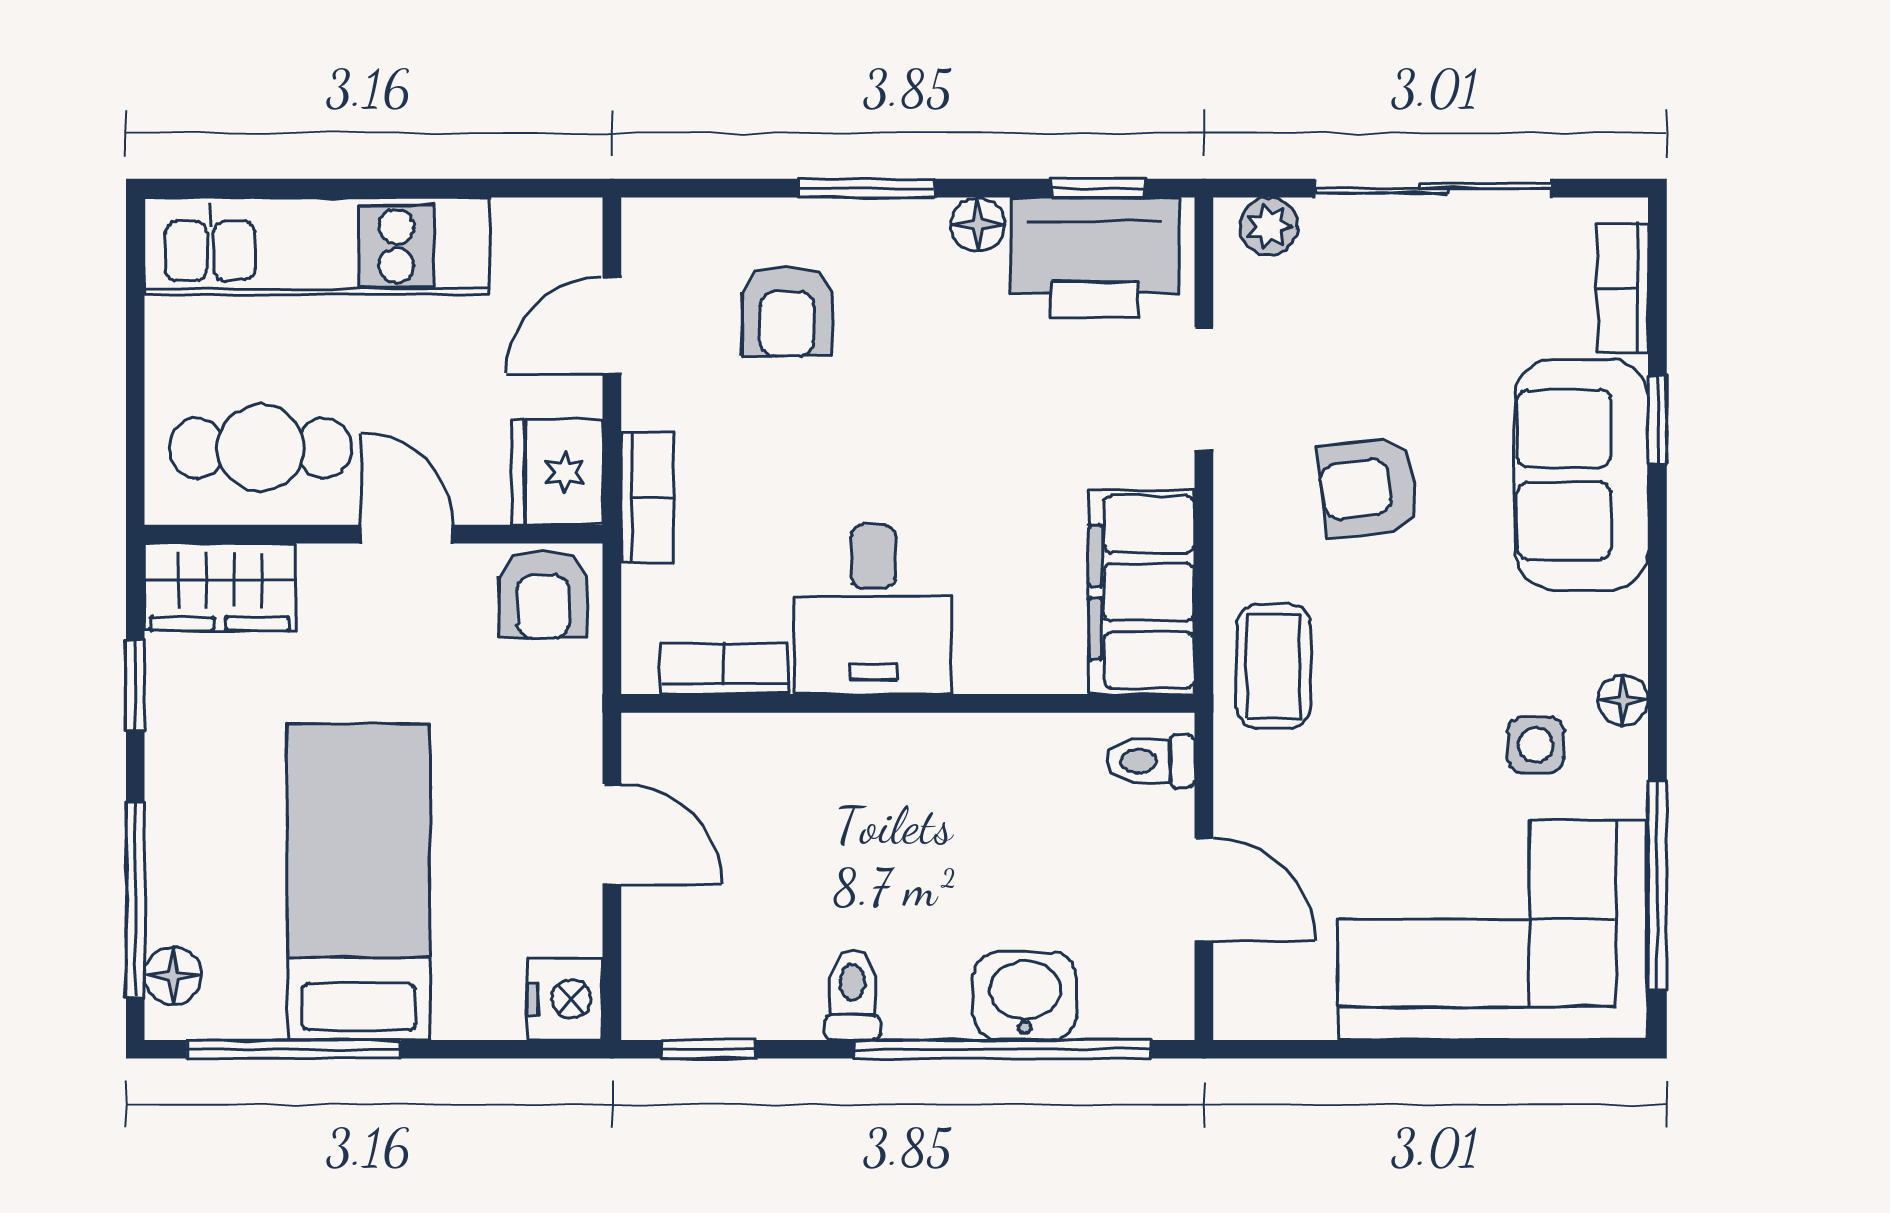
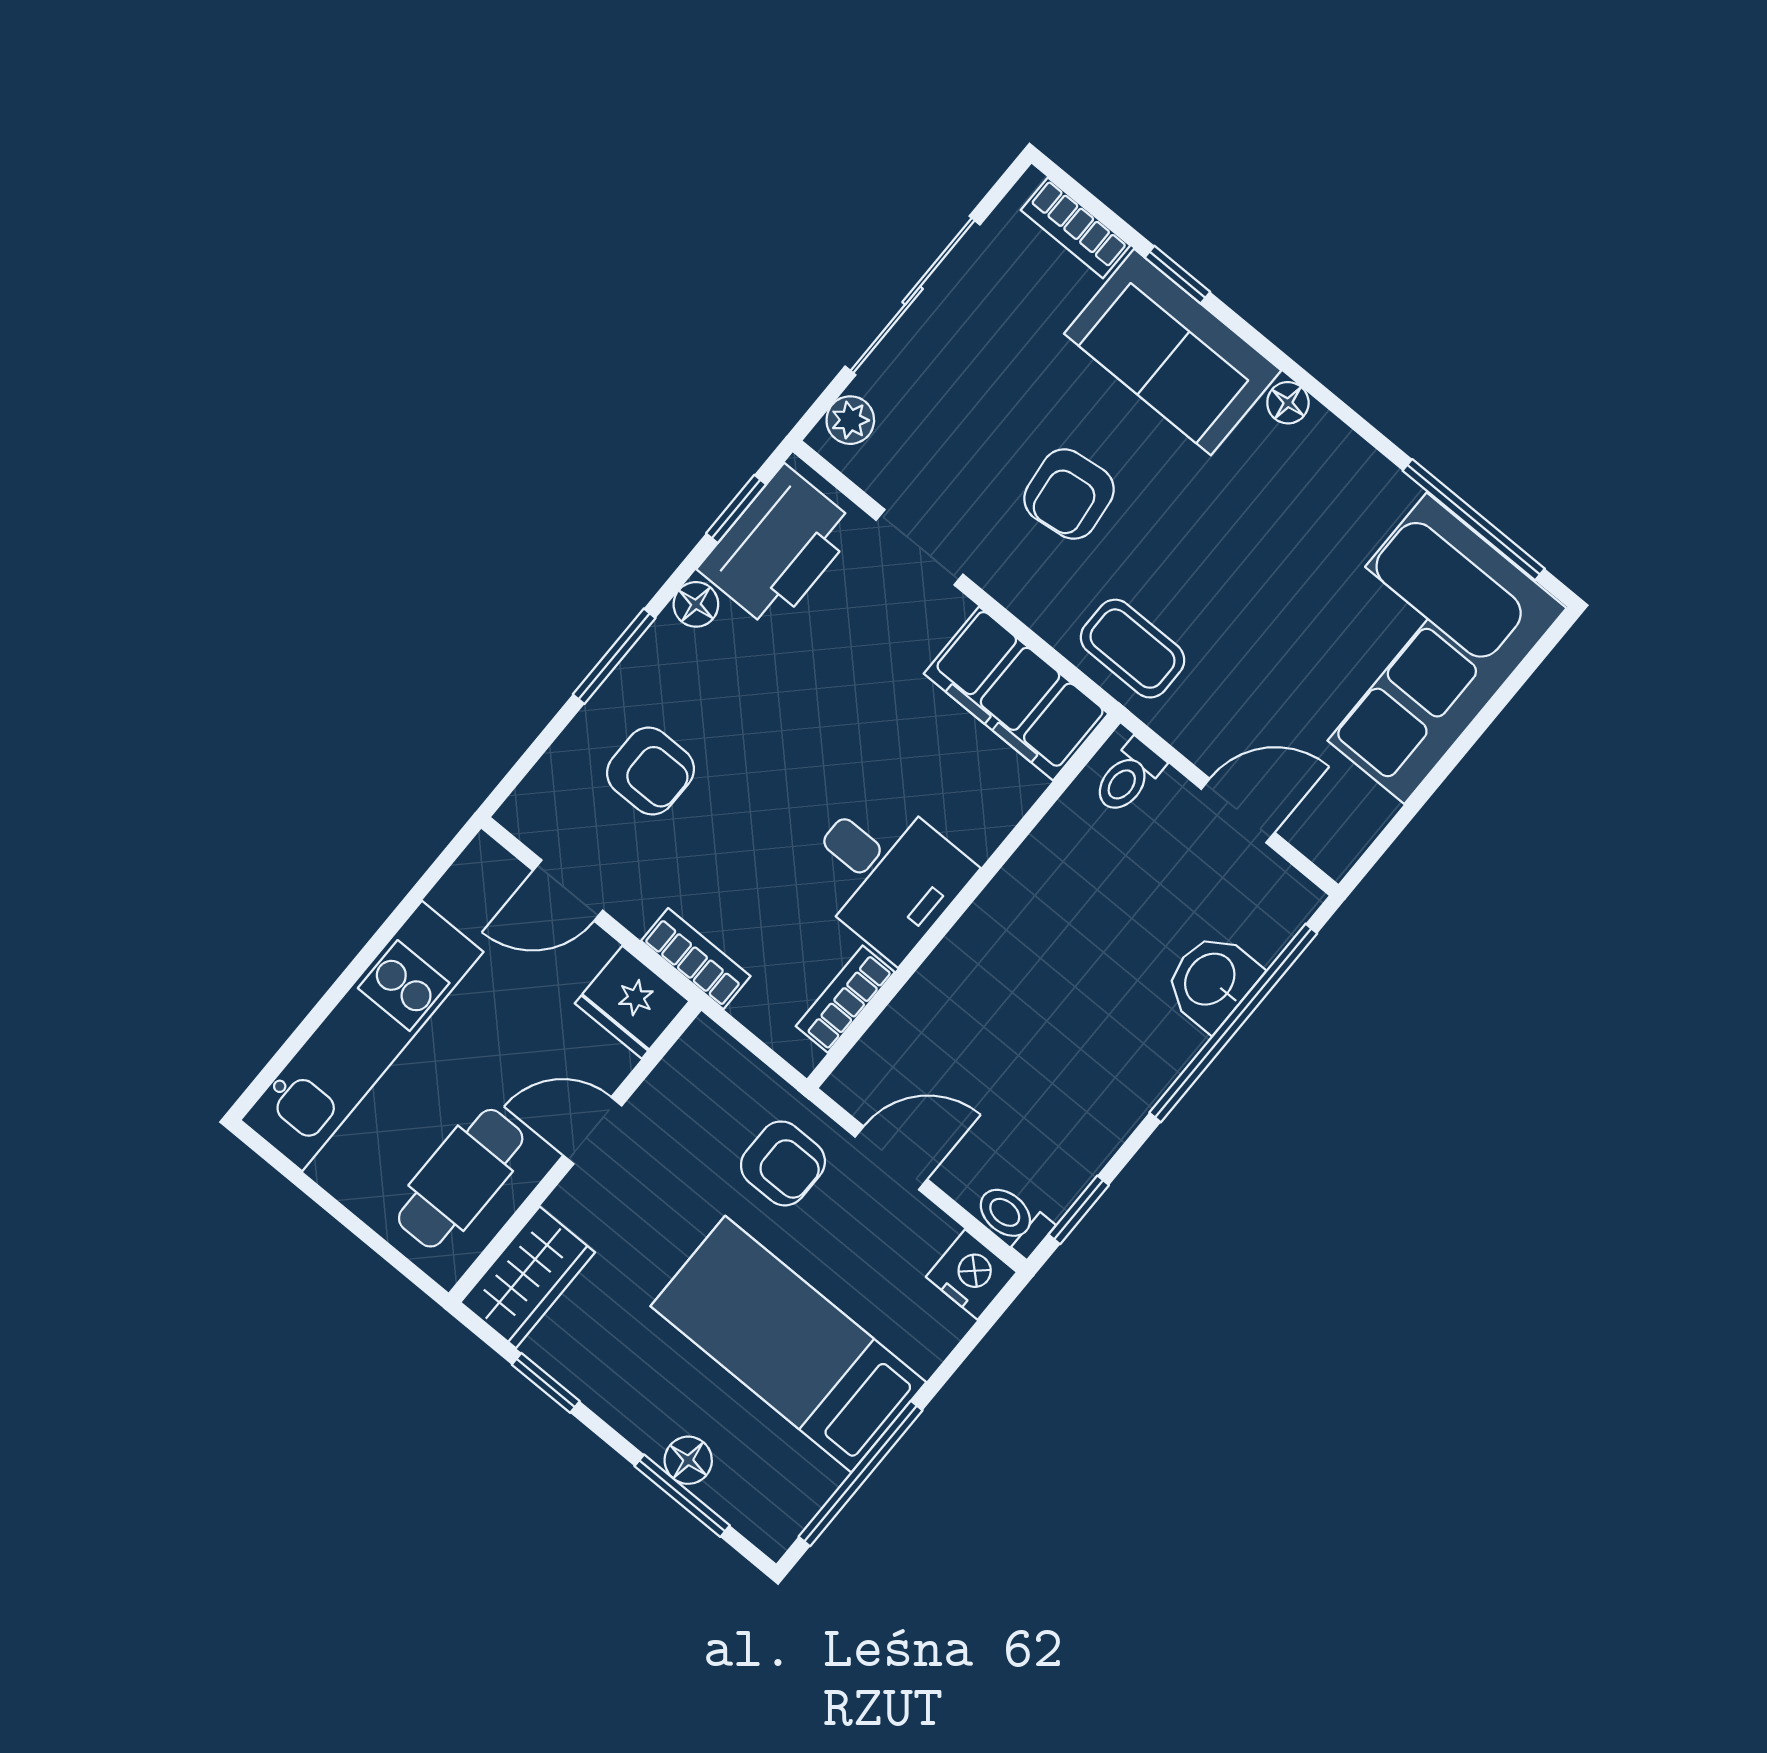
door: (612, 326) -> (568, 891), hinge flipped
armchair: (543, 594) -> (783, 1163), moved
floor lamp: (1623, 700) -> (1288, 403), moved
side table: (1536, 745) -> (1321, 524), removed
window: (135, 900) -> (682, 1496), width x0.69
floor lamp: (173, 976) -> (688, 1460), moved
toilet: (853, 995) -> (1013, 1219), moved

